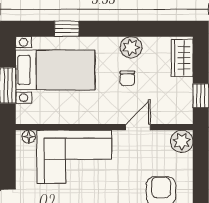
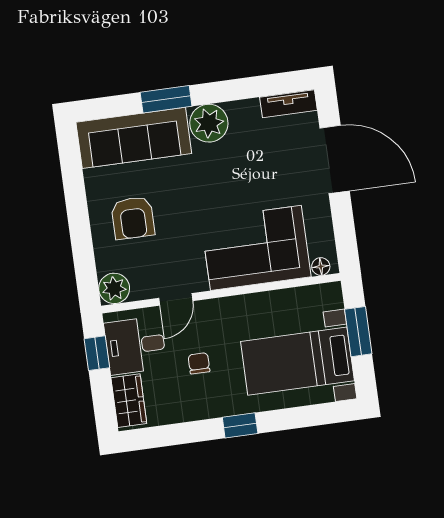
window: (67, 29) -> (240, 425), moved
plant: (131, 47) -> (200, 406), removed
desk: (172, 98) -> (135, 345), added

